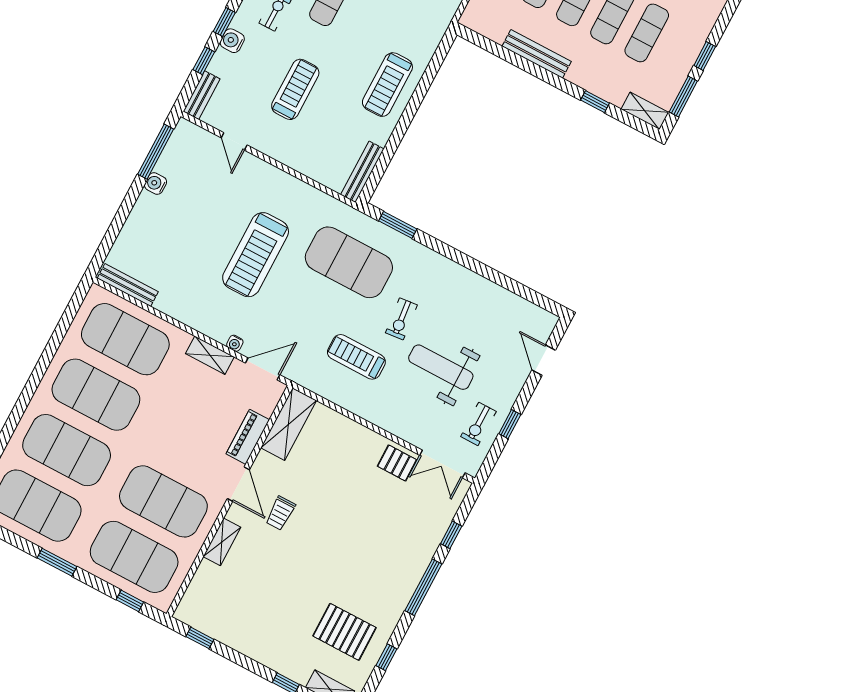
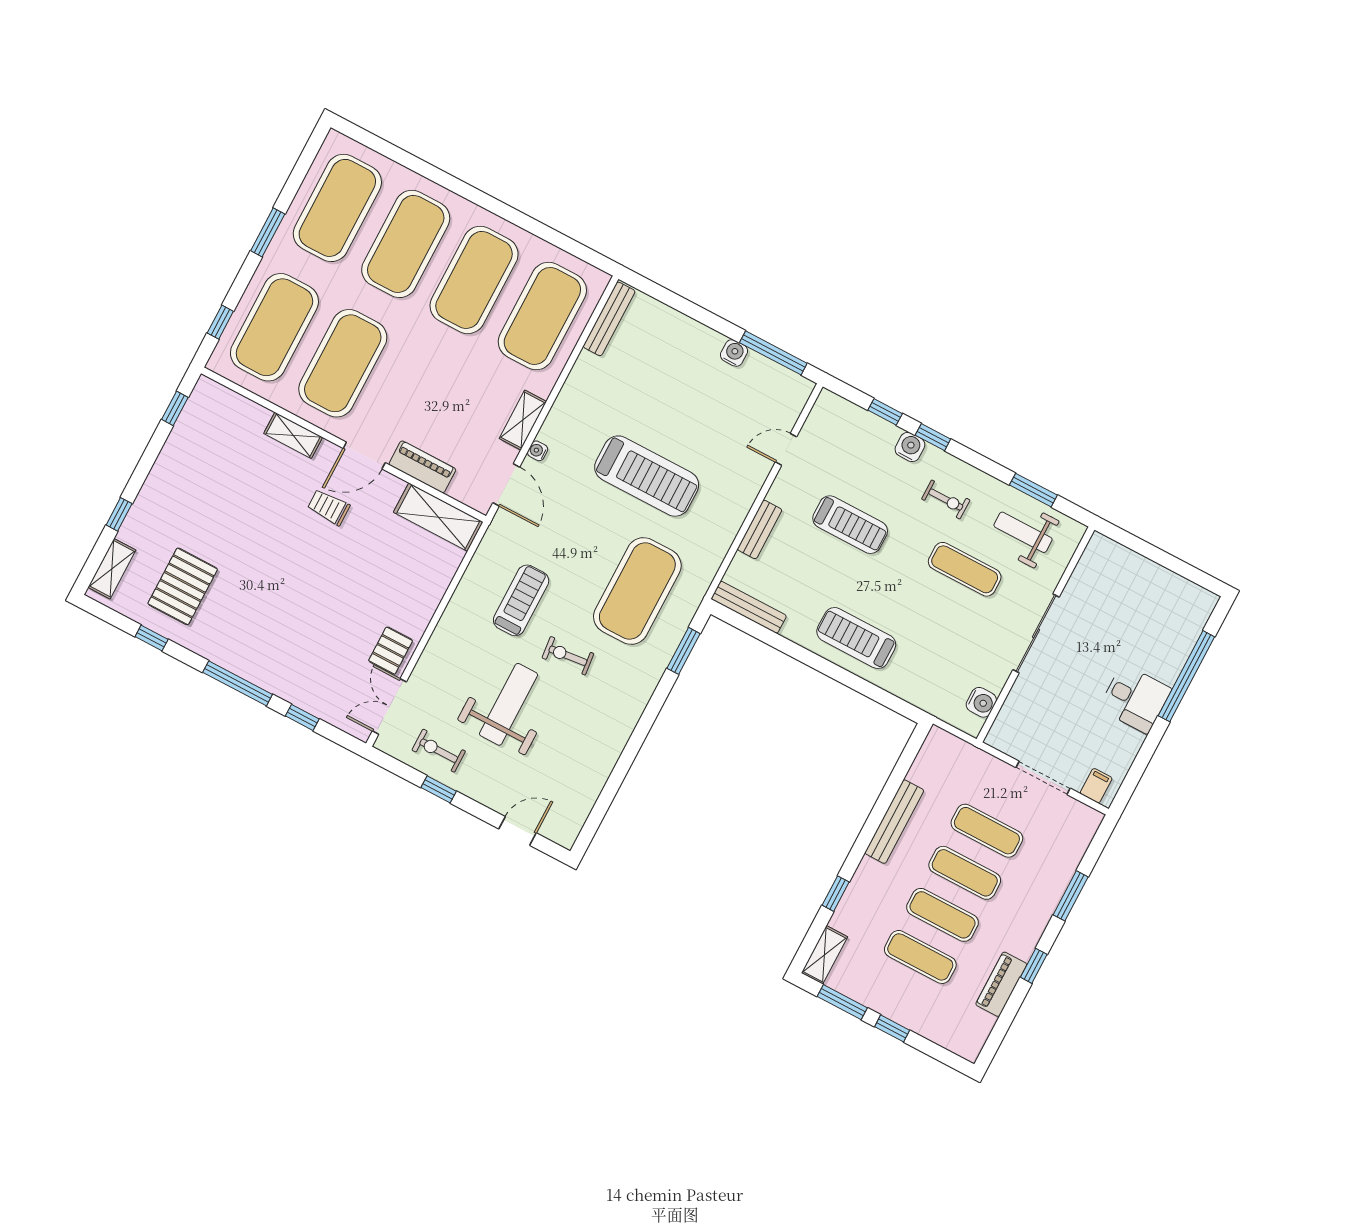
bench: (202, 95) -> (760, 529), moved, turned 90
treadmill: (256, 255) -> (647, 476), turned 180

